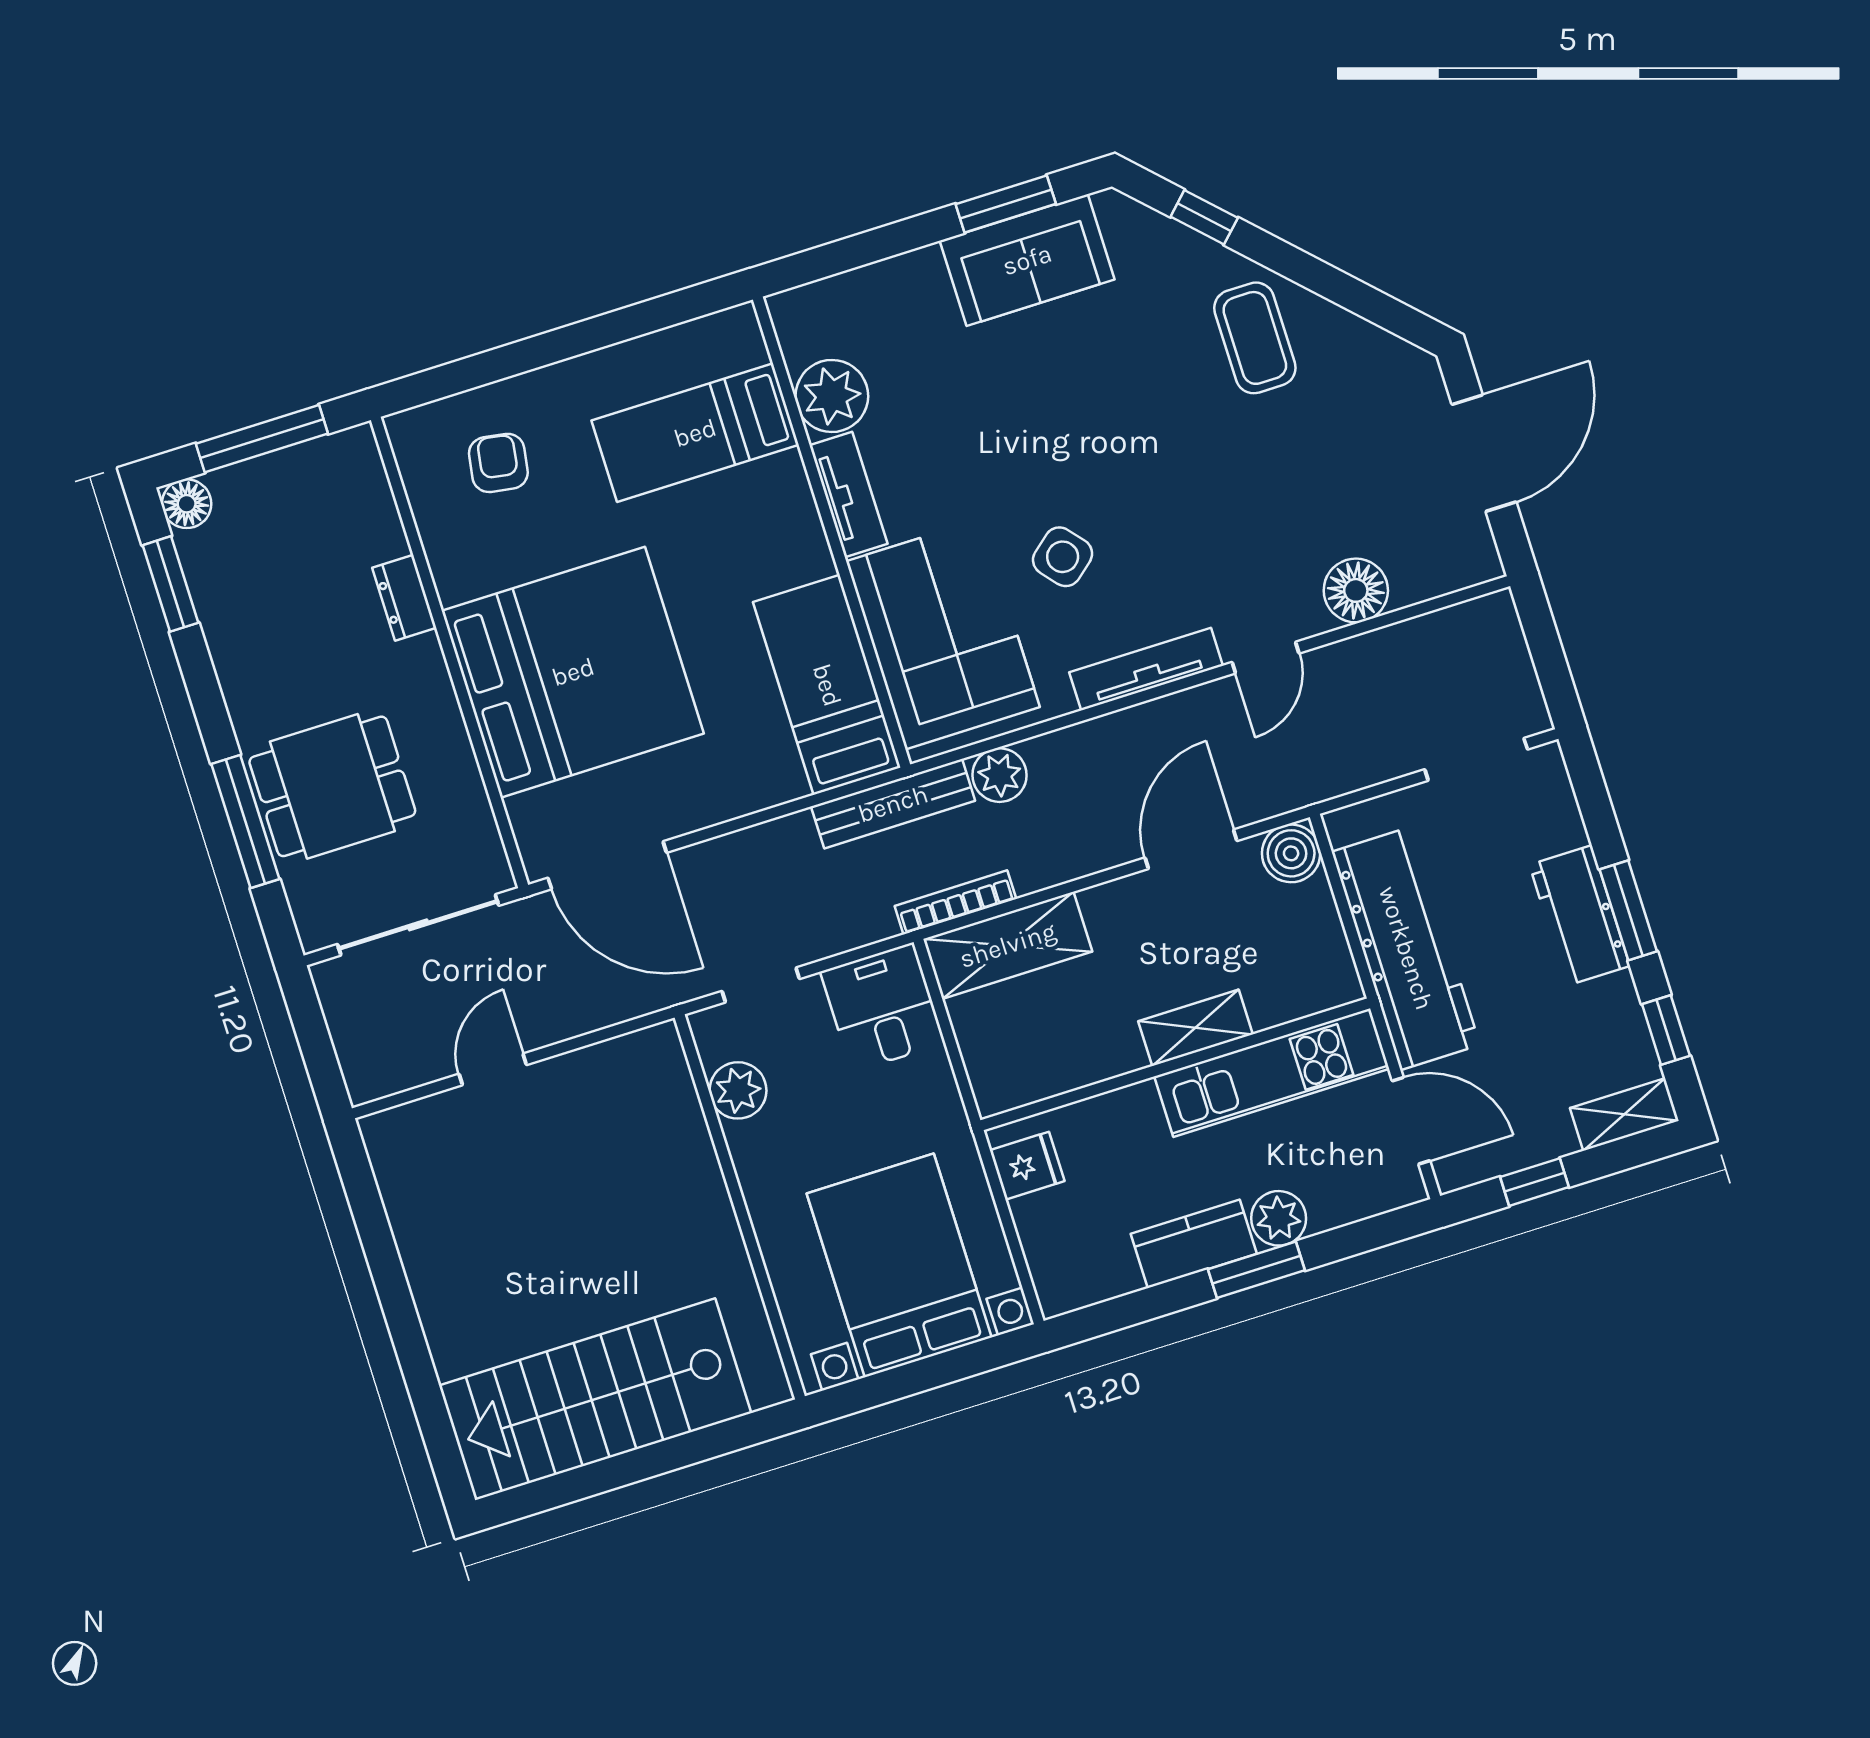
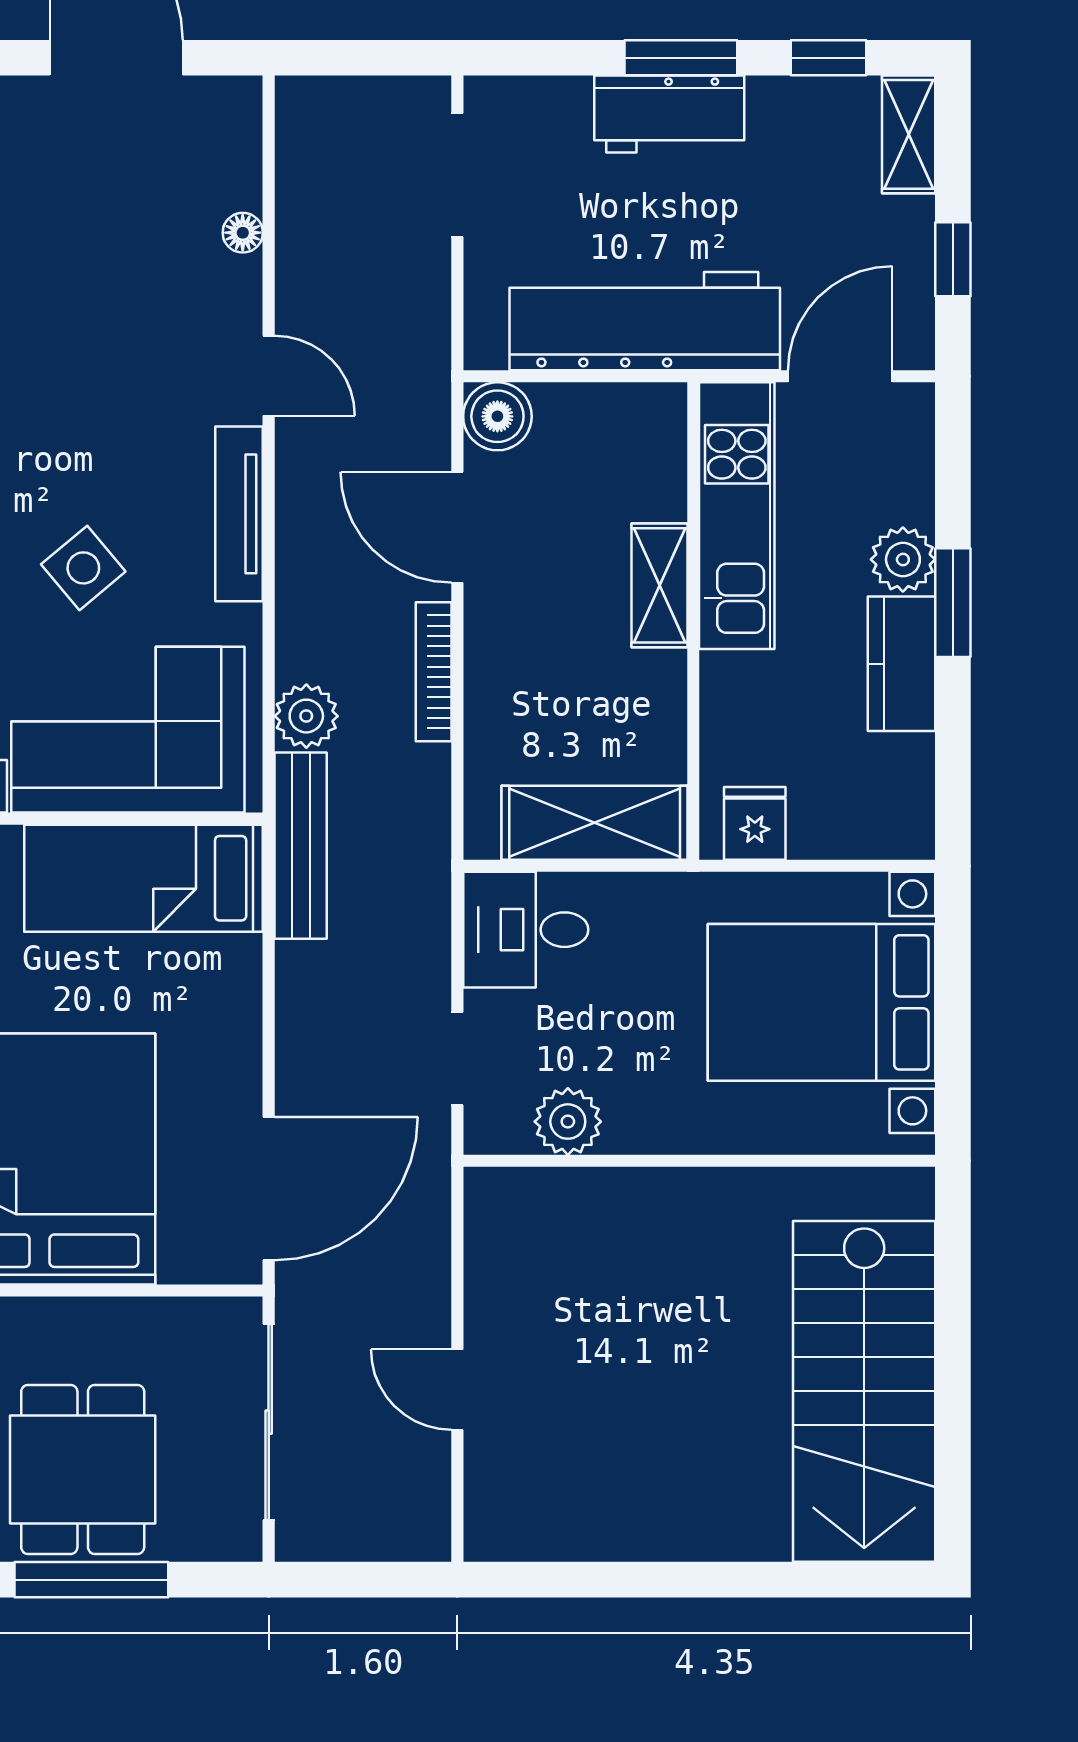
floor lamp: (1356, 590) -> (243, 233), width x0.53, depth x0.53
bookcase: (955, 902) -> (434, 672), moved
shelving: (1008, 945) -> (595, 823), moved, turned 90

